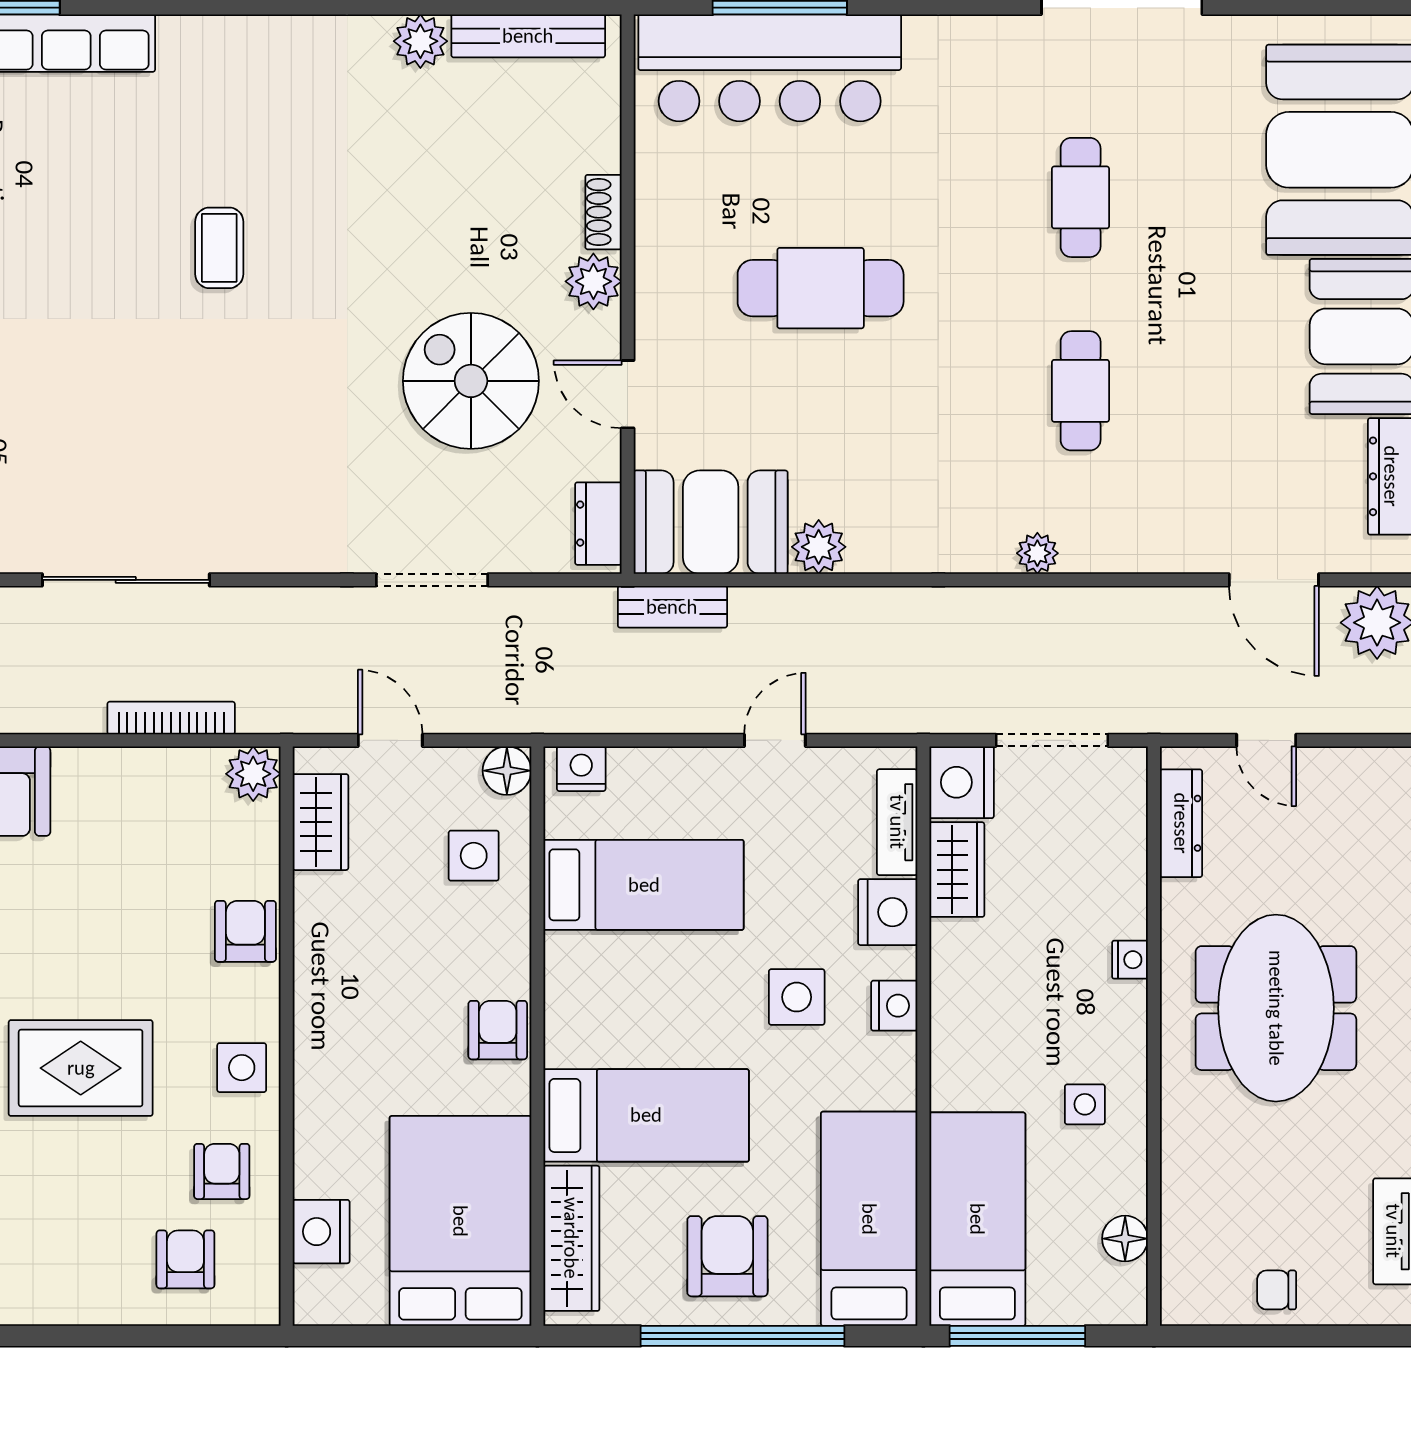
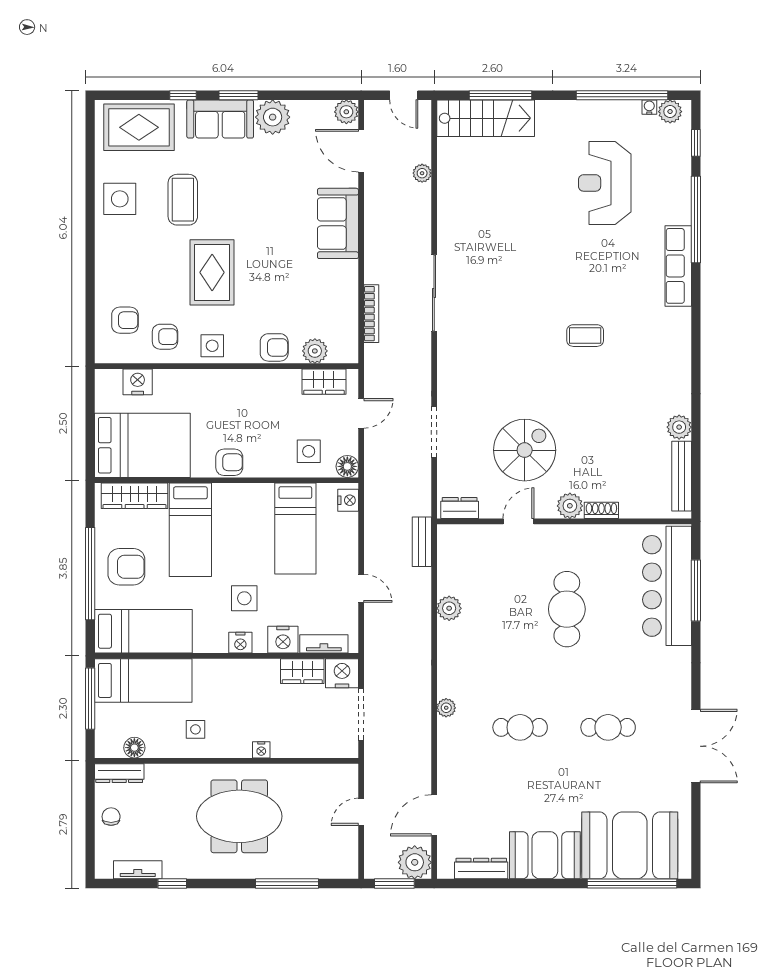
booth: (711, 522) -> (460, 559), removed
plant: (253, 774) -> (315, 351), moved
dresser: (1181, 823) -> (119, 773), moved

